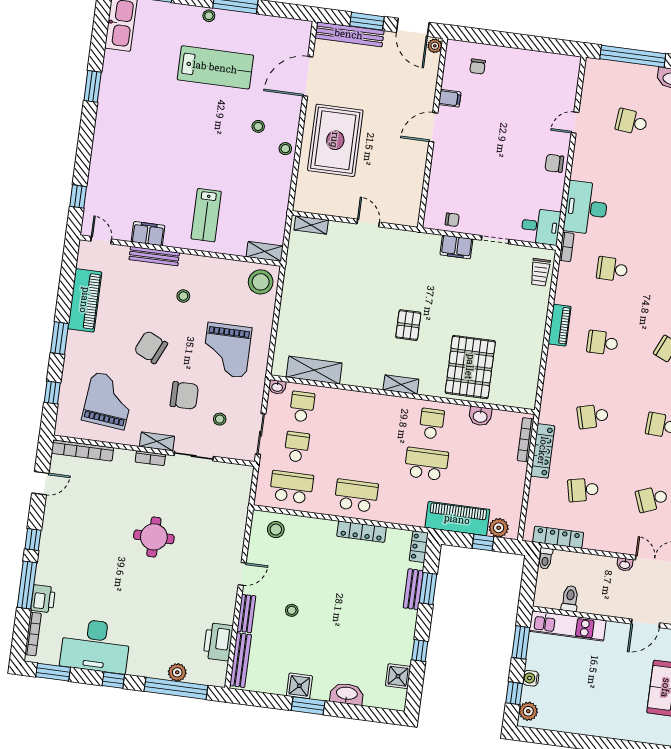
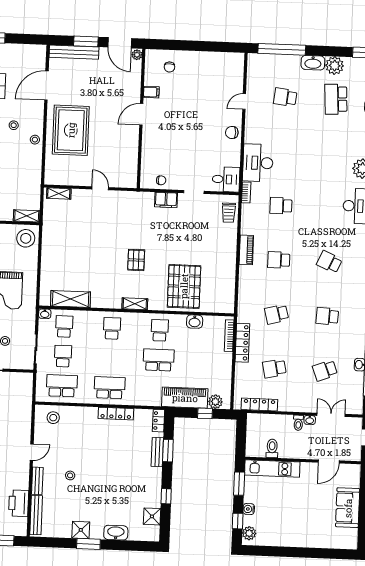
school desk: (367, 415) -> (112, 328), added
toilet: (545, 558) -> (298, 423), moved

